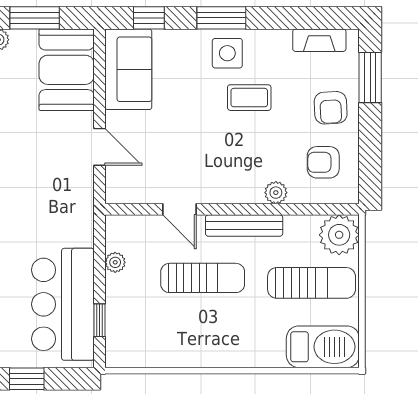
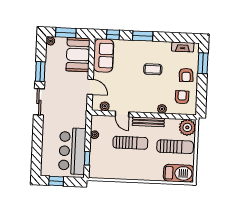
side table: (227, 53) -> (145, 51), removed
armchair: (323, 162) -> (182, 97), turned 90
plant: (137, 192) -> (105, 106), added

